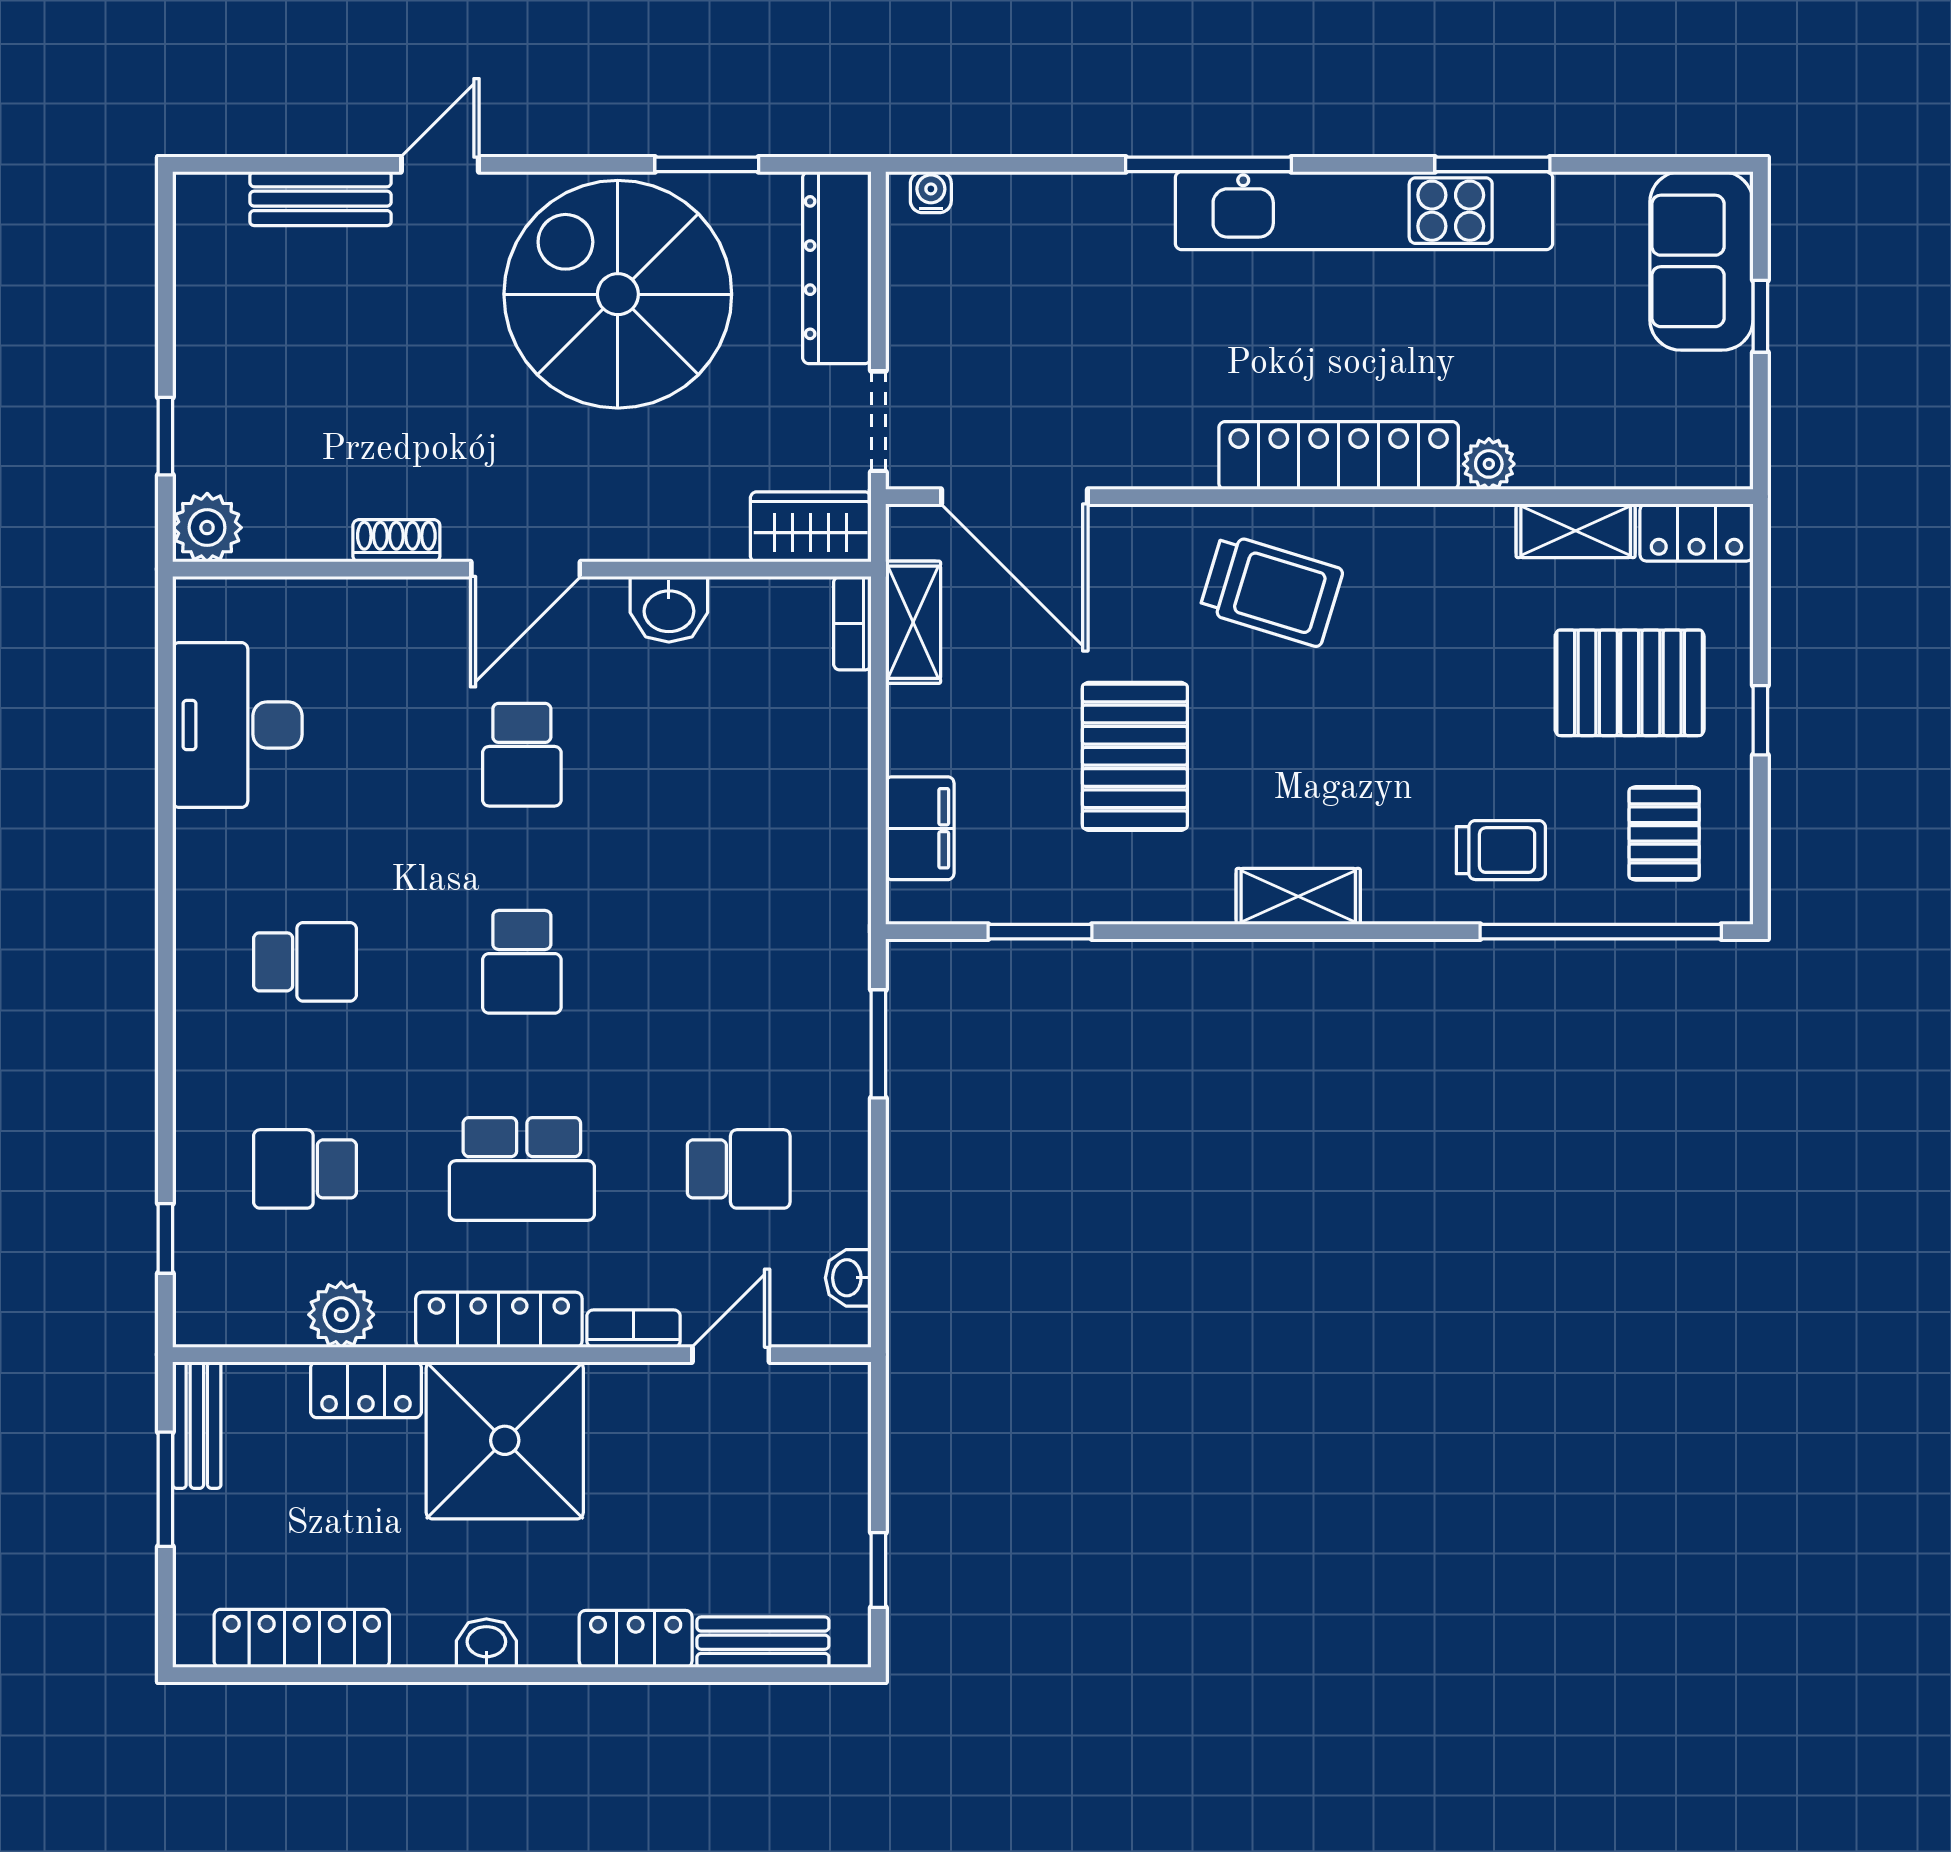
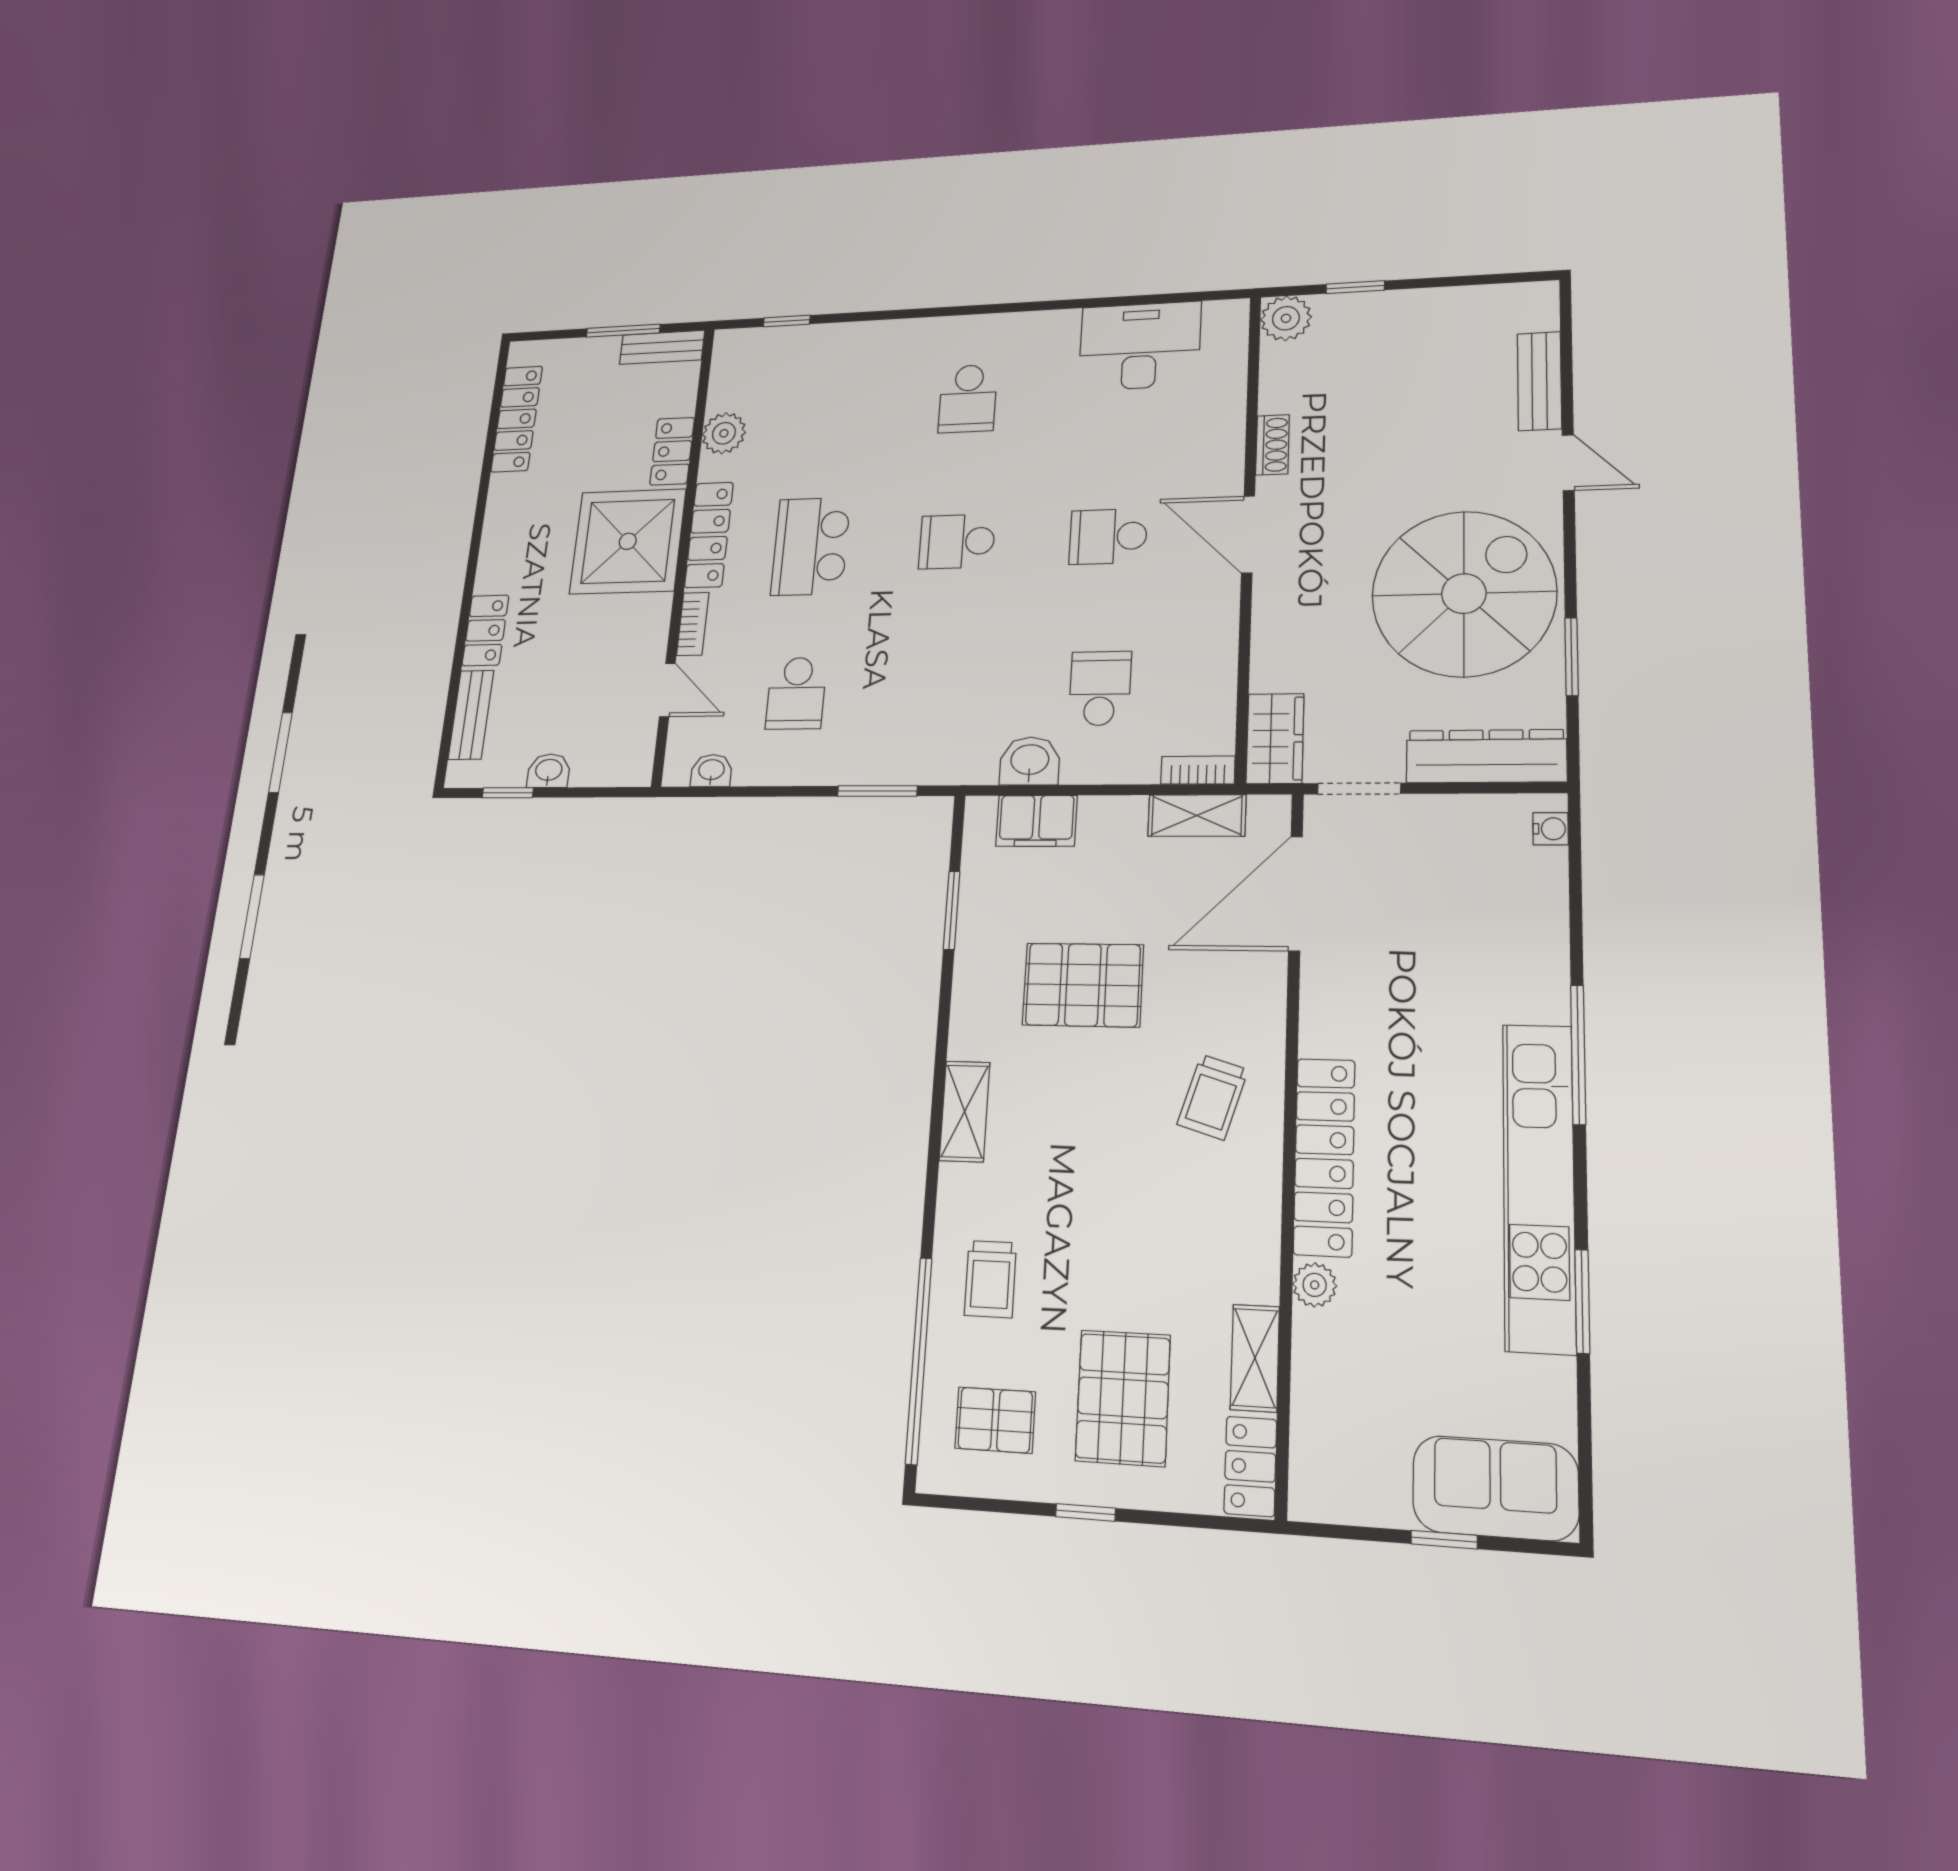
trolley: (1271, 590) -> (1213, 1097), width x0.73, depth x0.72
washbasin: (669, 609) -> (1030, 761), moved, turned 90
school desk: (305, 1169) -> (1100, 688), moved
washbasin: (486, 1643) -> (549, 771), moved, turned -90

